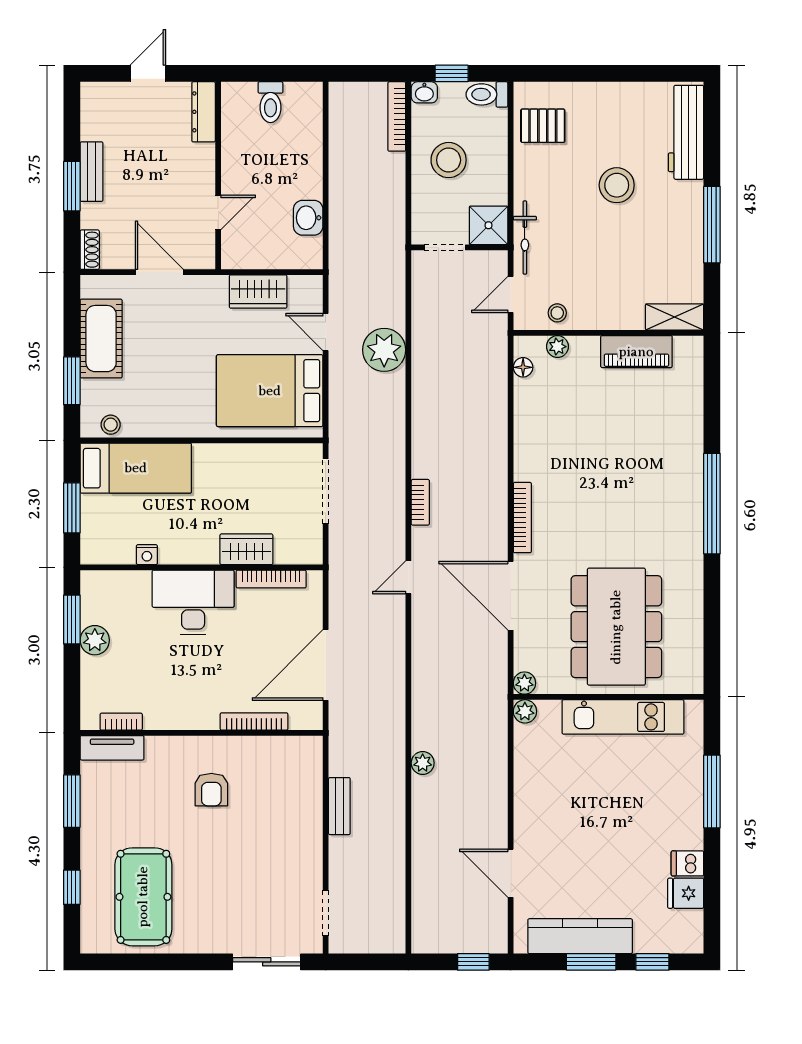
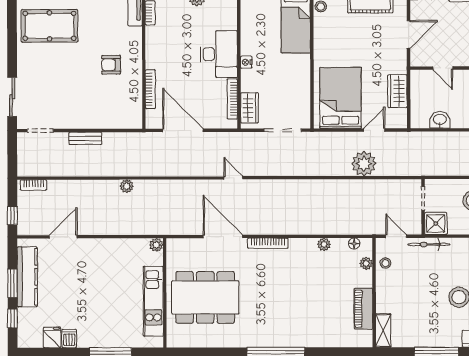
bookcase: (420, 502) -> (34, 185), moved
wardrobe: (246, 549) -> (249, 108), moved
nightstand: (147, 555) -> (246, 62), moved
door: (511, 596) -> (223, 237), hinge flipped
plant: (524, 683) -> (324, 244), moved
bench: (339, 806) -> (85, 138), moved

